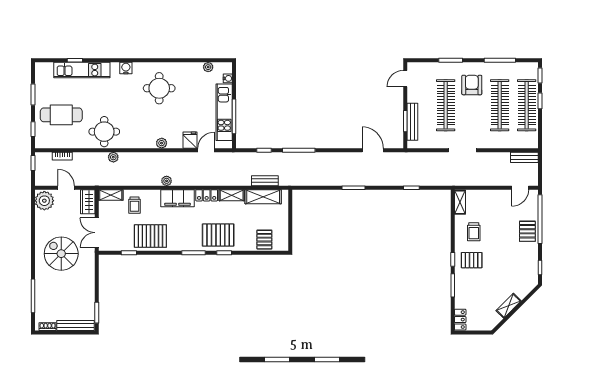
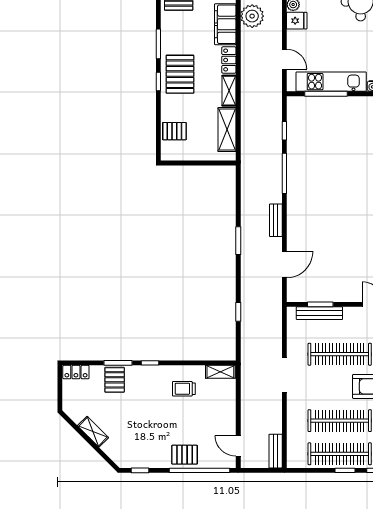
fridge: (190, 140) -> (297, 21), moved
plant: (167, 181) -> (252, 16), width x1.87, depth x1.87
bench: (265, 181) -> (276, 220), moved
pallet: (472, 260) -> (115, 380), moved

